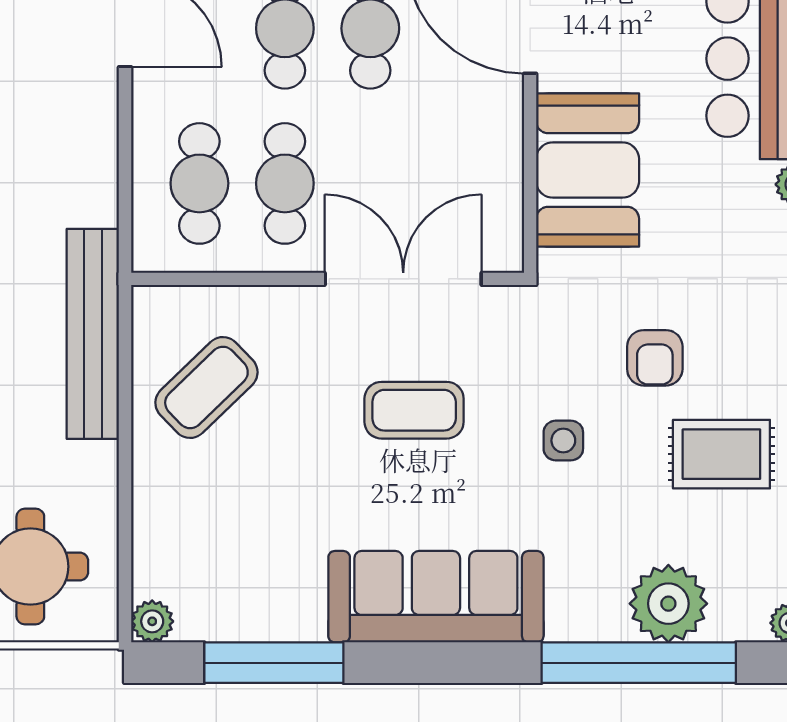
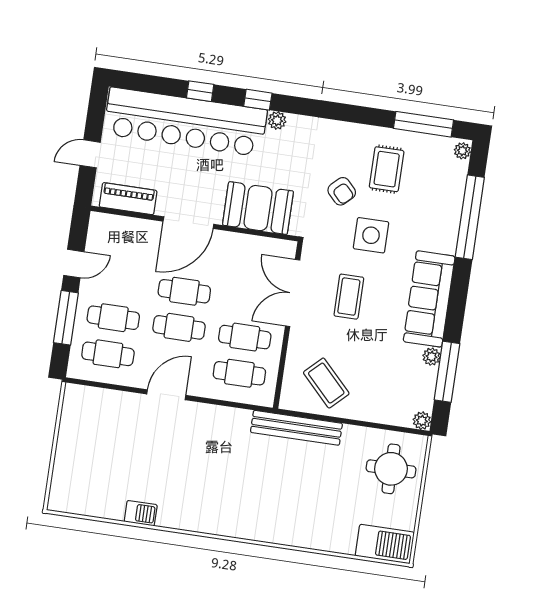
armchair: (655, 358) -> (342, 191), turned 46
side table: (563, 441) -> (371, 235), width x1.87, depth x1.87
plant: (668, 604) -> (431, 357), moved, width x0.53, depth x0.53

